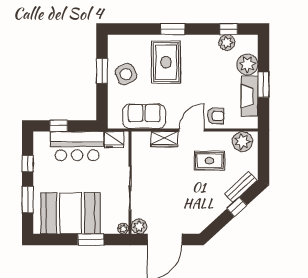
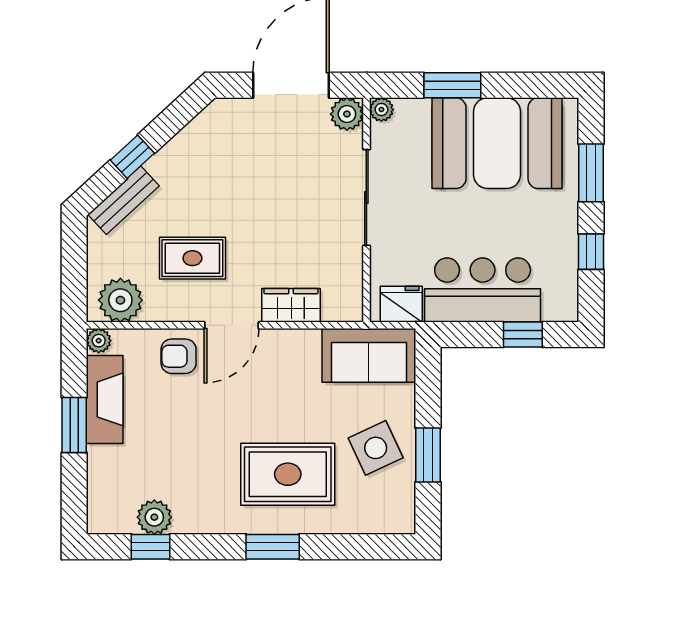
rug: (166, 62) -> (288, 474), turned 90
plant: (247, 65) -> (99, 341), moved, width x0.53, depth x0.53
sofa: (144, 116) -> (369, 355), moved

